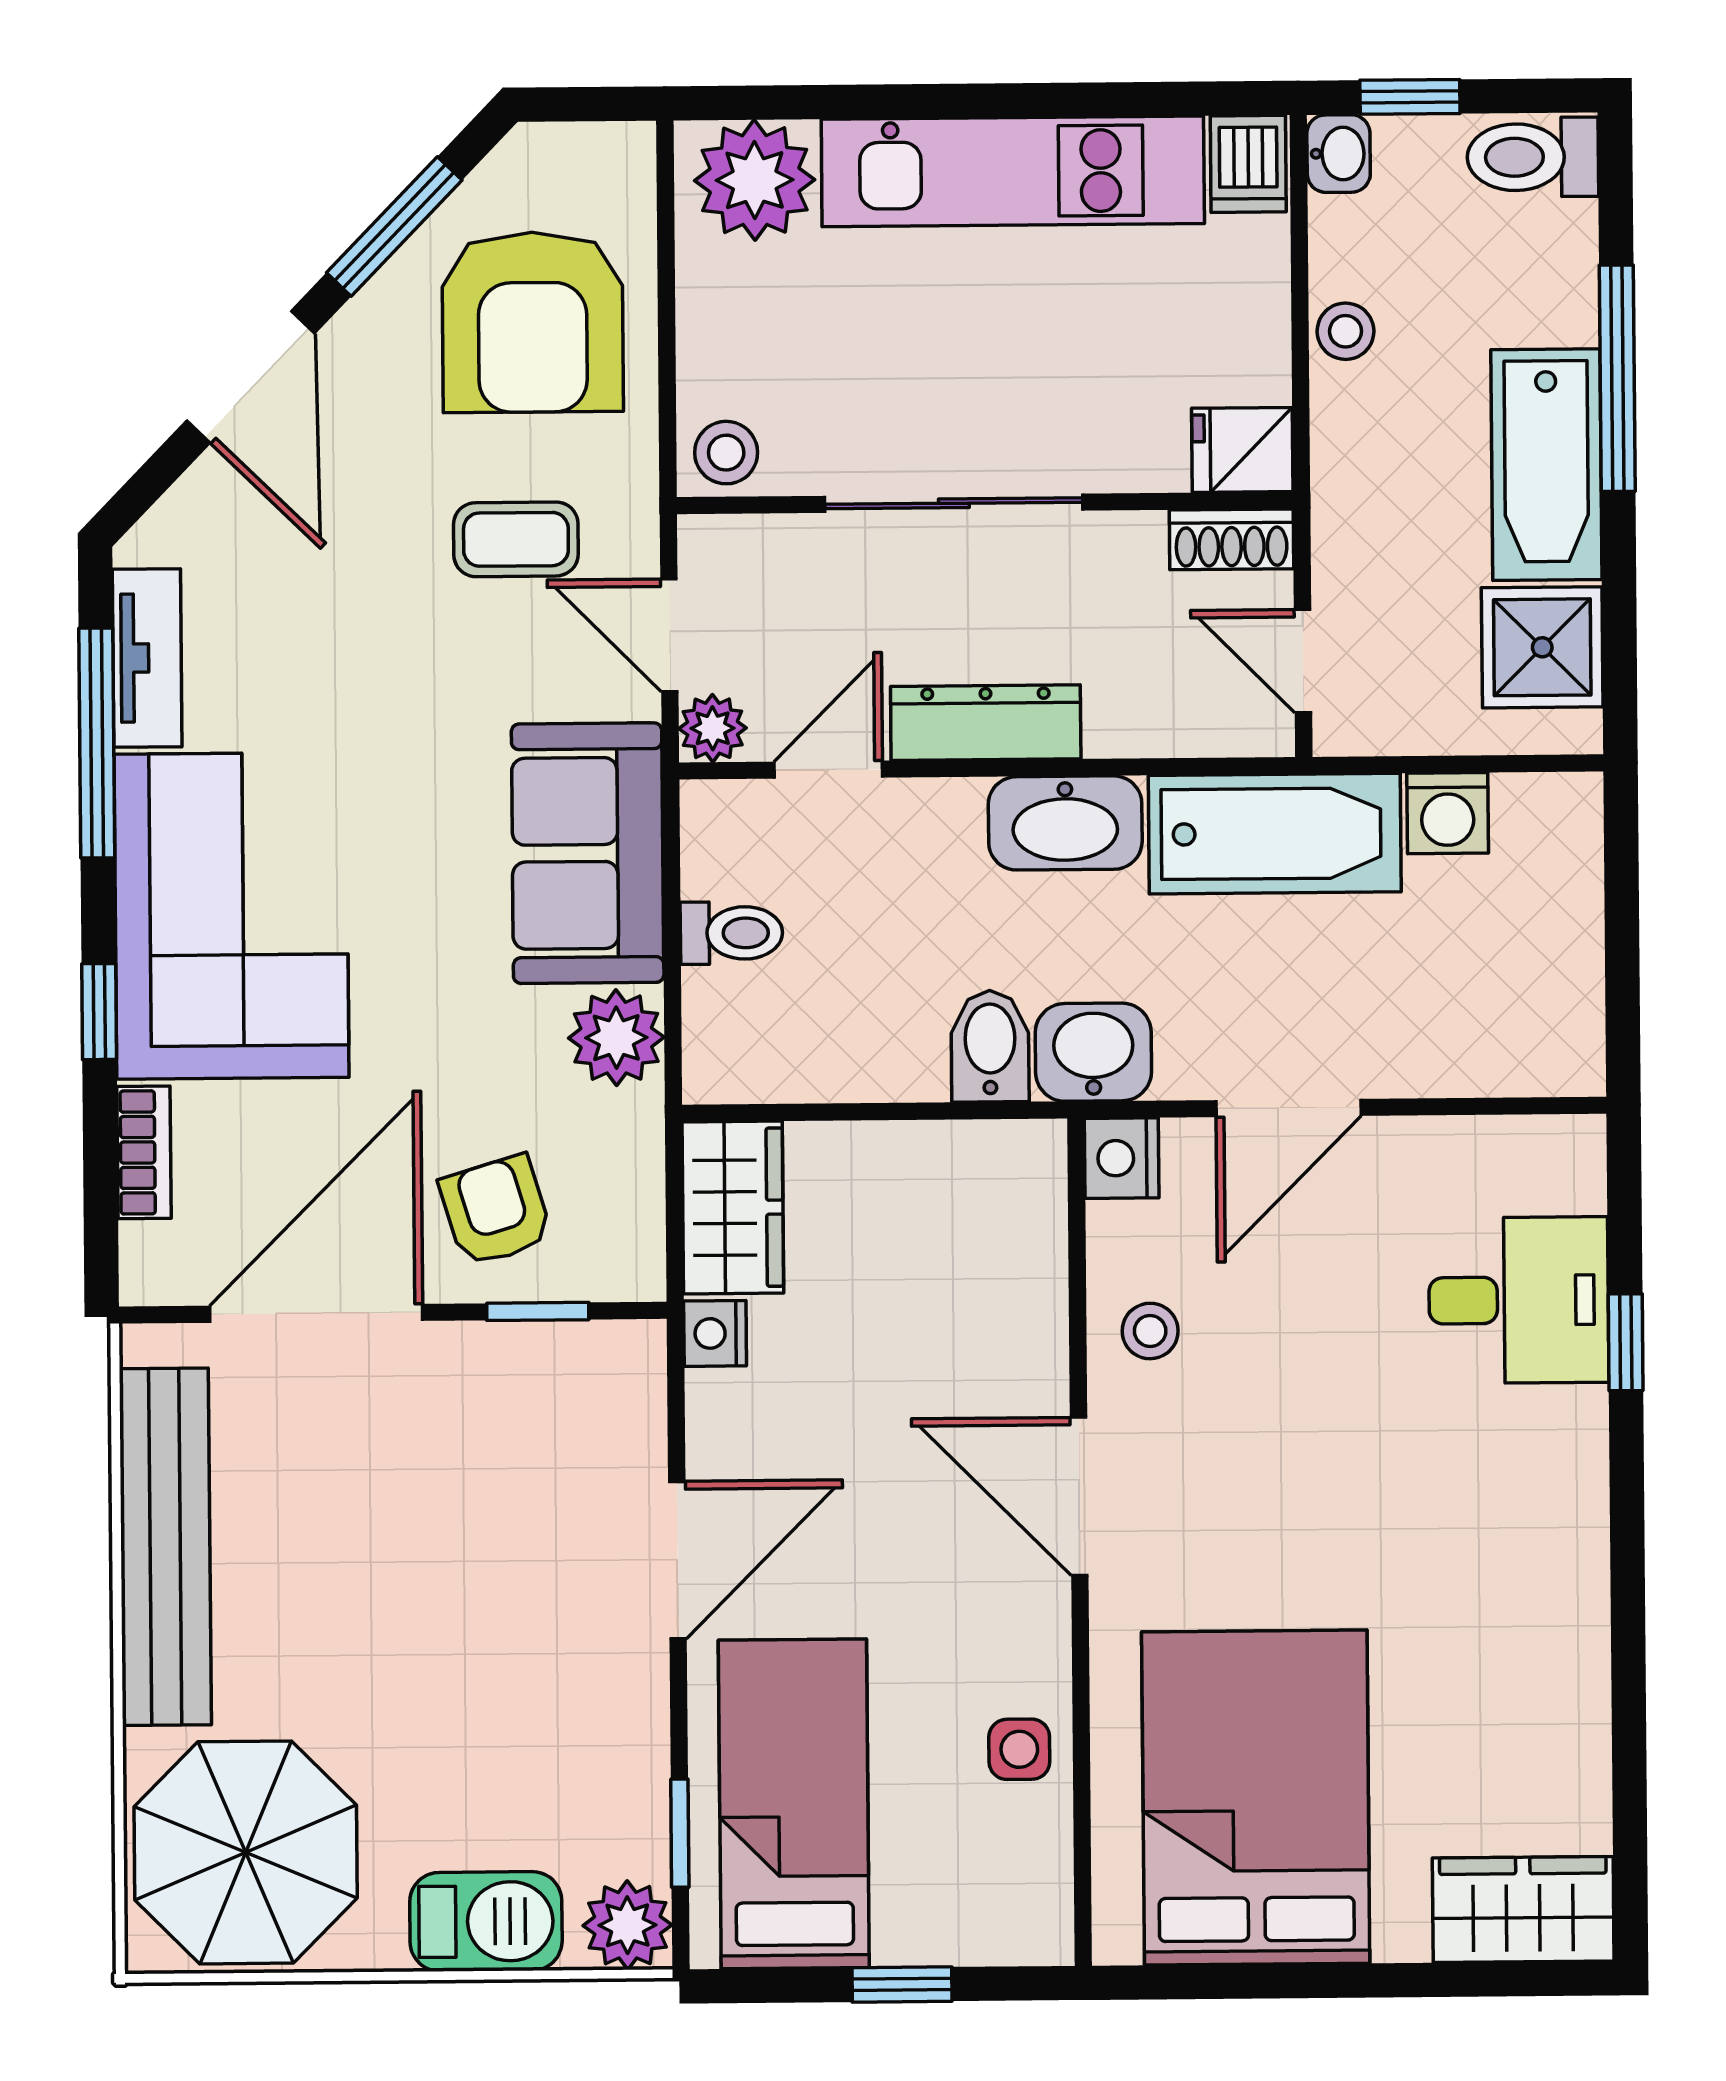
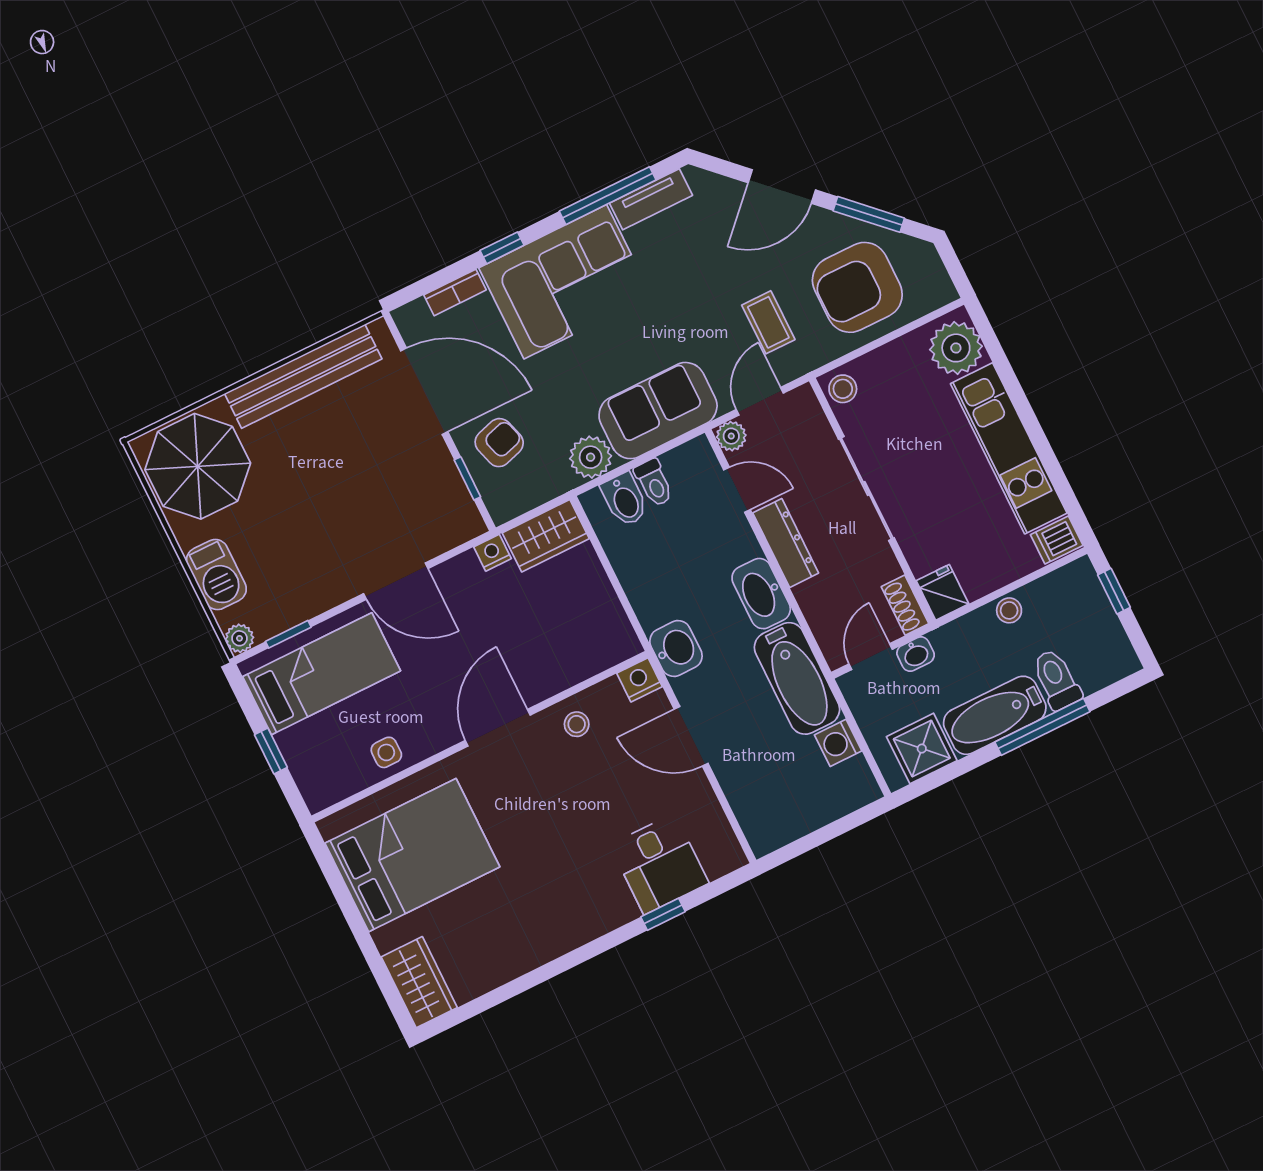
washbasin: (1339, 154) -> (916, 654), moved
toilet: (1533, 157) -> (1056, 679), moved
bidet: (990, 1046) -> (625, 500), moved, turned 90
plant: (627, 1925) -> (240, 638), width x0.73, depth x0.73

